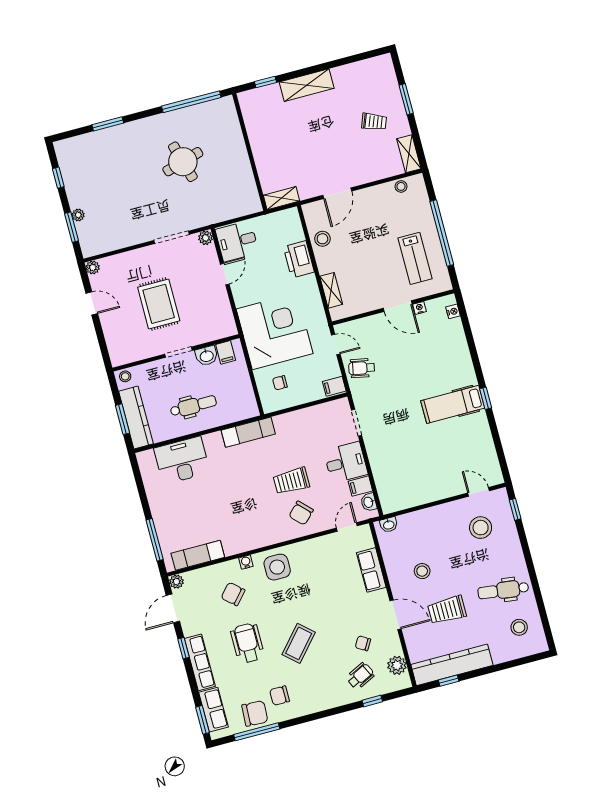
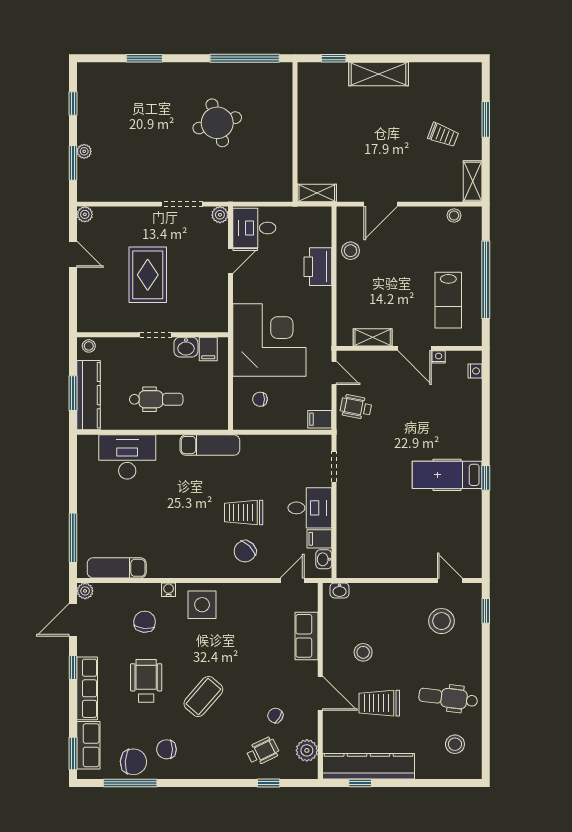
shelving: (331, 290) -> (373, 337), moved, turned 90
chair: (233, 594) -> (145, 622), turned 55

